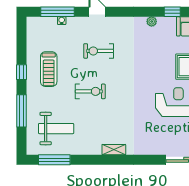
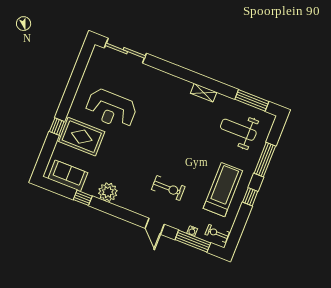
plant: (152, 21) -> (108, 192), width x1.88, depth x1.88
treadmill: (49, 69) -> (223, 190), width x1.37, depth x1.38
exercise bike: (90, 91) -> (217, 233), moved, width x0.73, depth x0.72
shelving: (114, 150) -> (204, 93), moved

